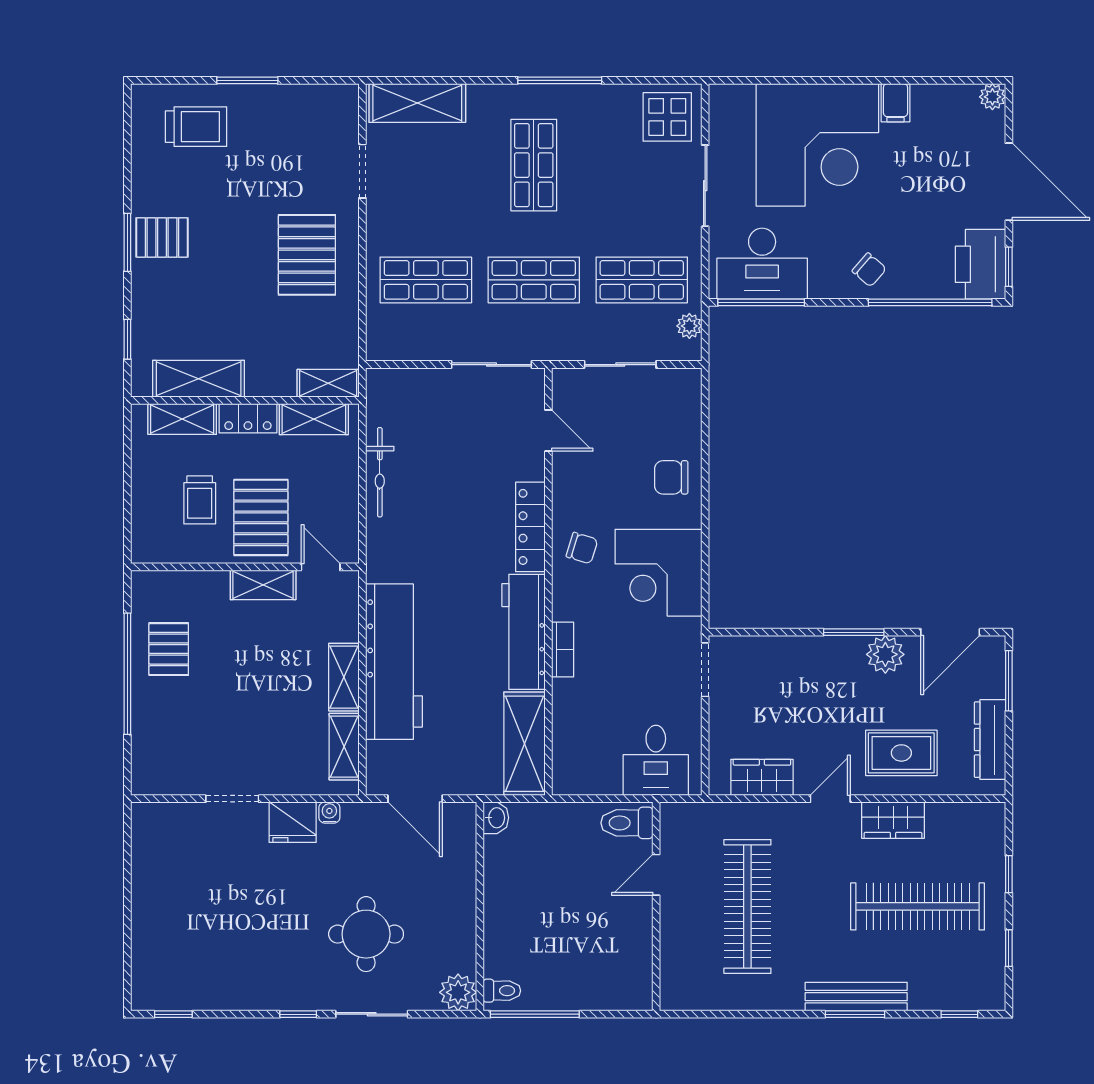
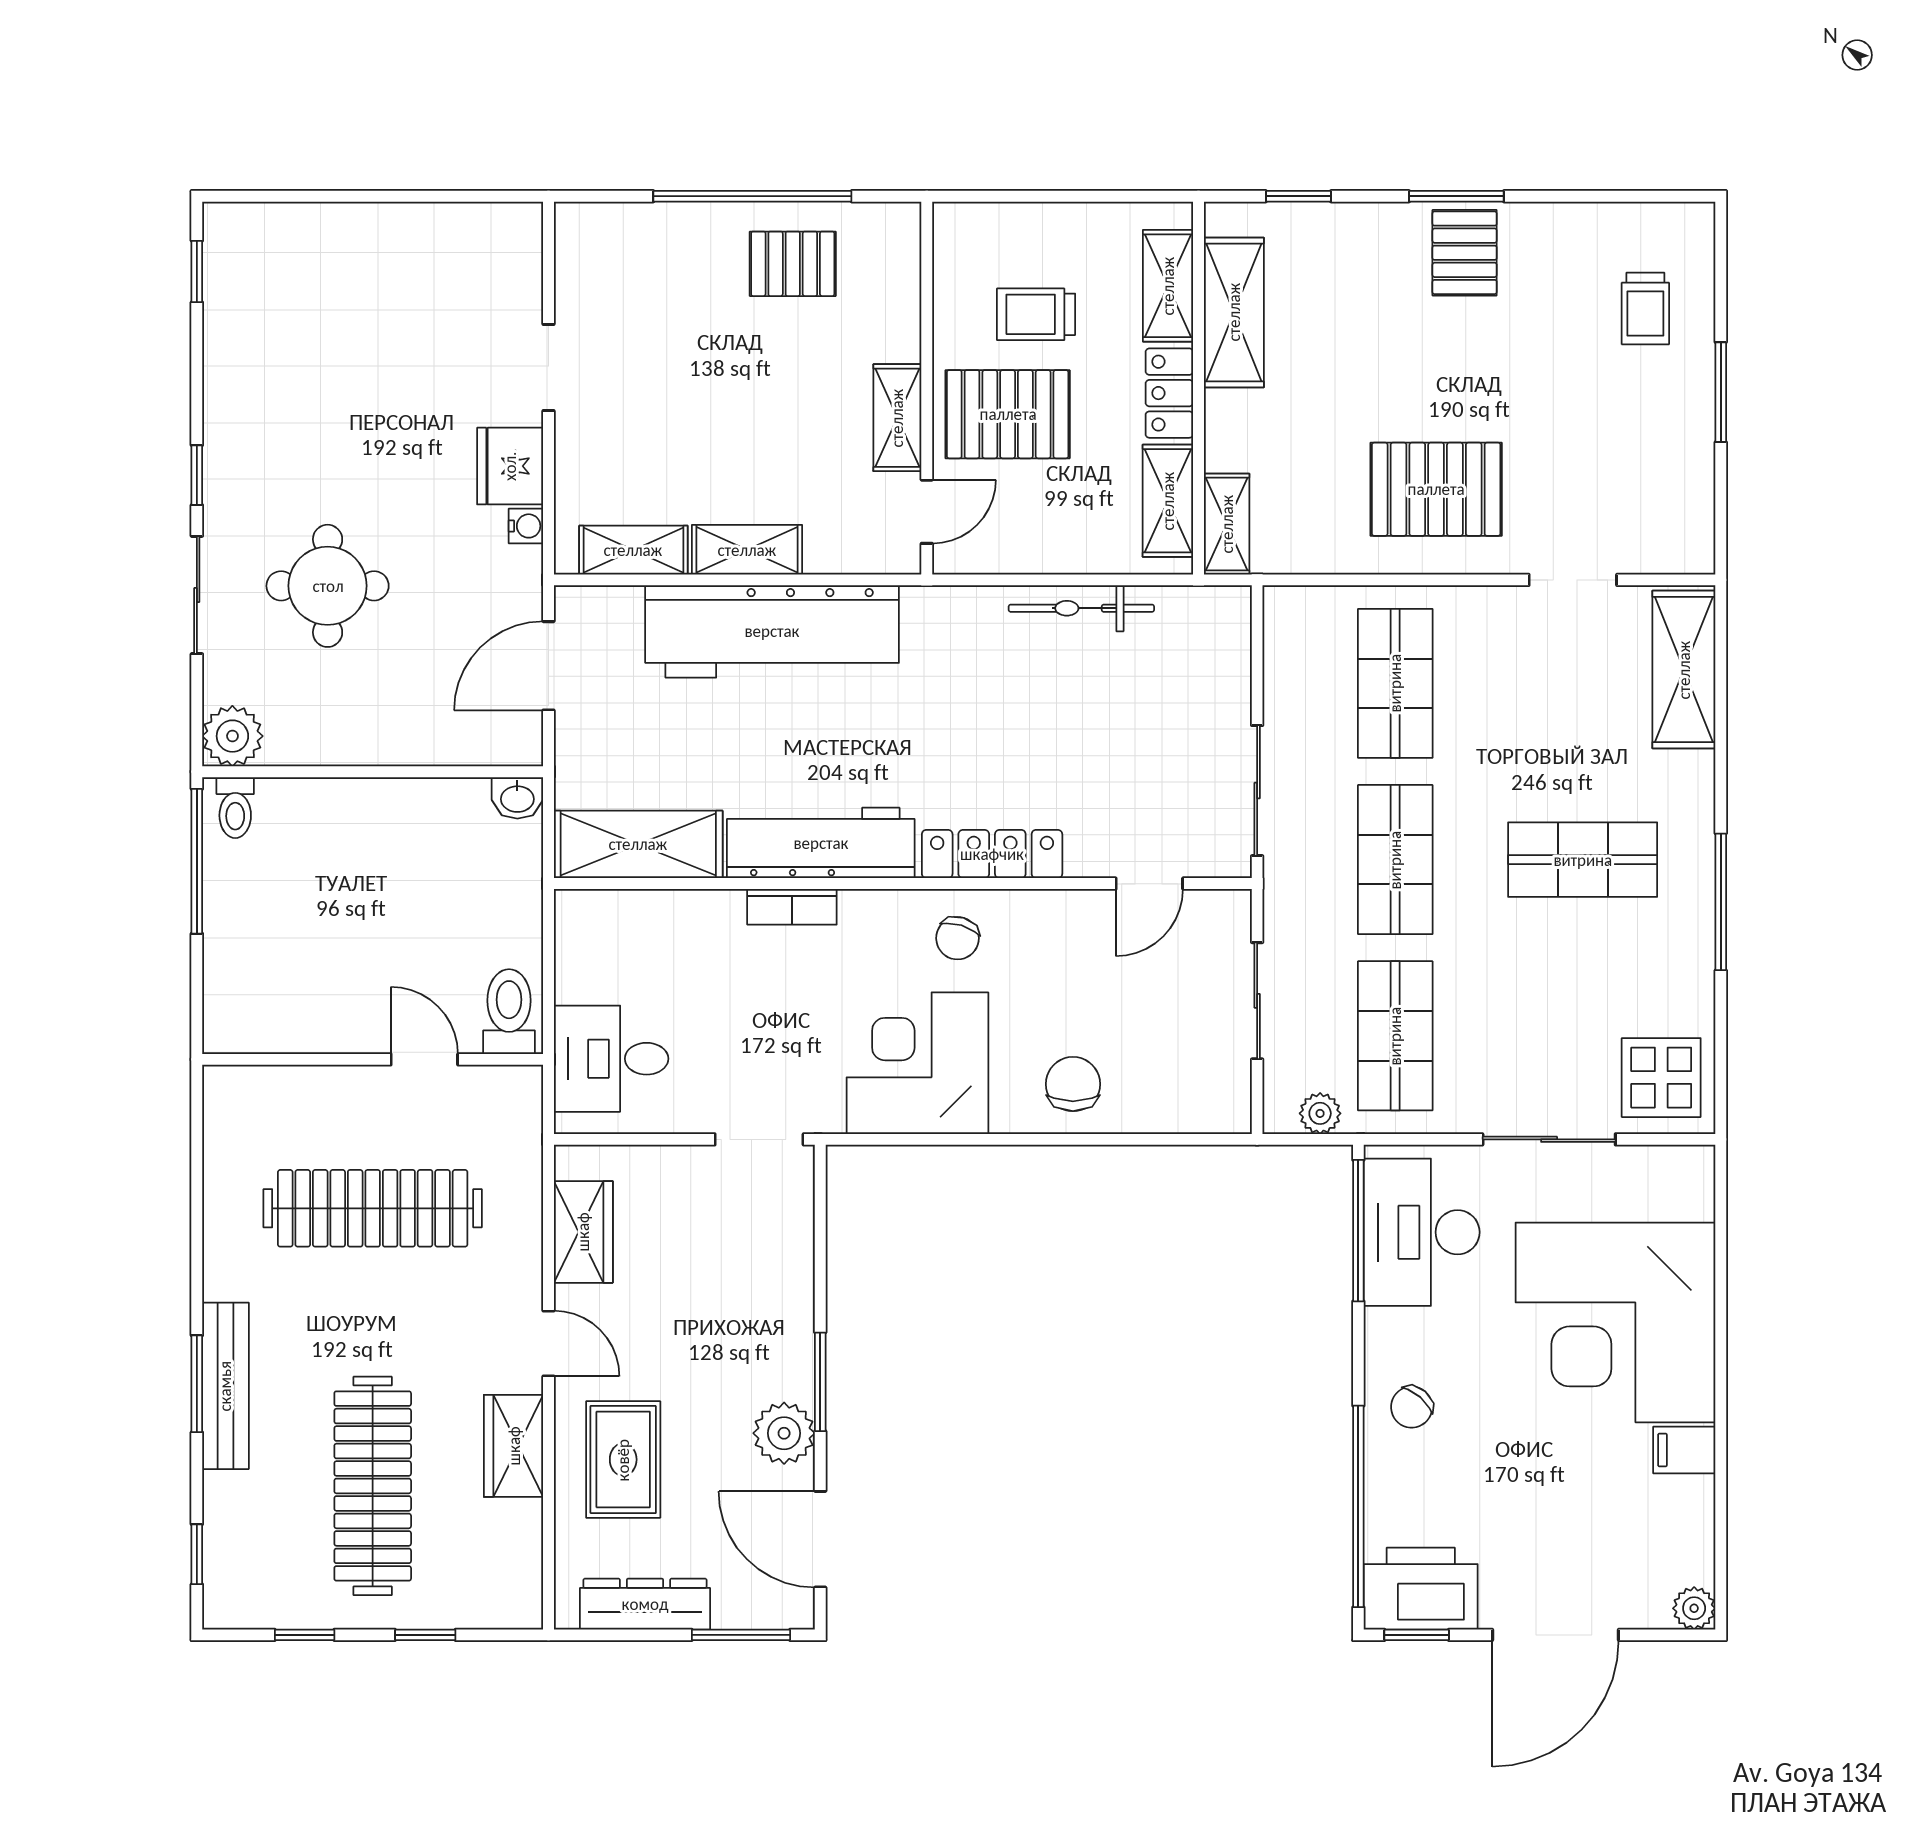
trolley: (196, 127) -> (1645, 308), width x0.73, depth x0.72

